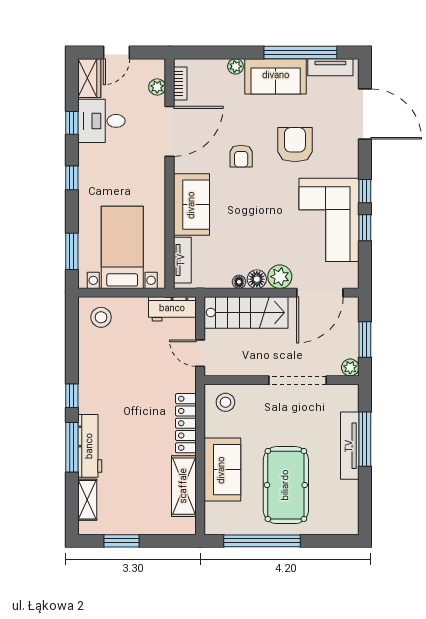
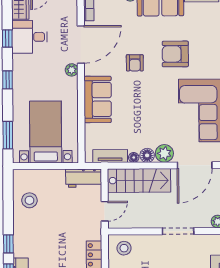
plant: (157, 87) -> (72, 70), moved
armchair: (295, 145) -> (175, 54), turned -90
tv unit: (182, 260) -> (110, 156), moved, turned -90
stool: (101, 317) -> (29, 200), moved
door: (200, 353) -> (105, 211), swing flipped
doorway: (297, 380) -> (178, 231), width x0.73

